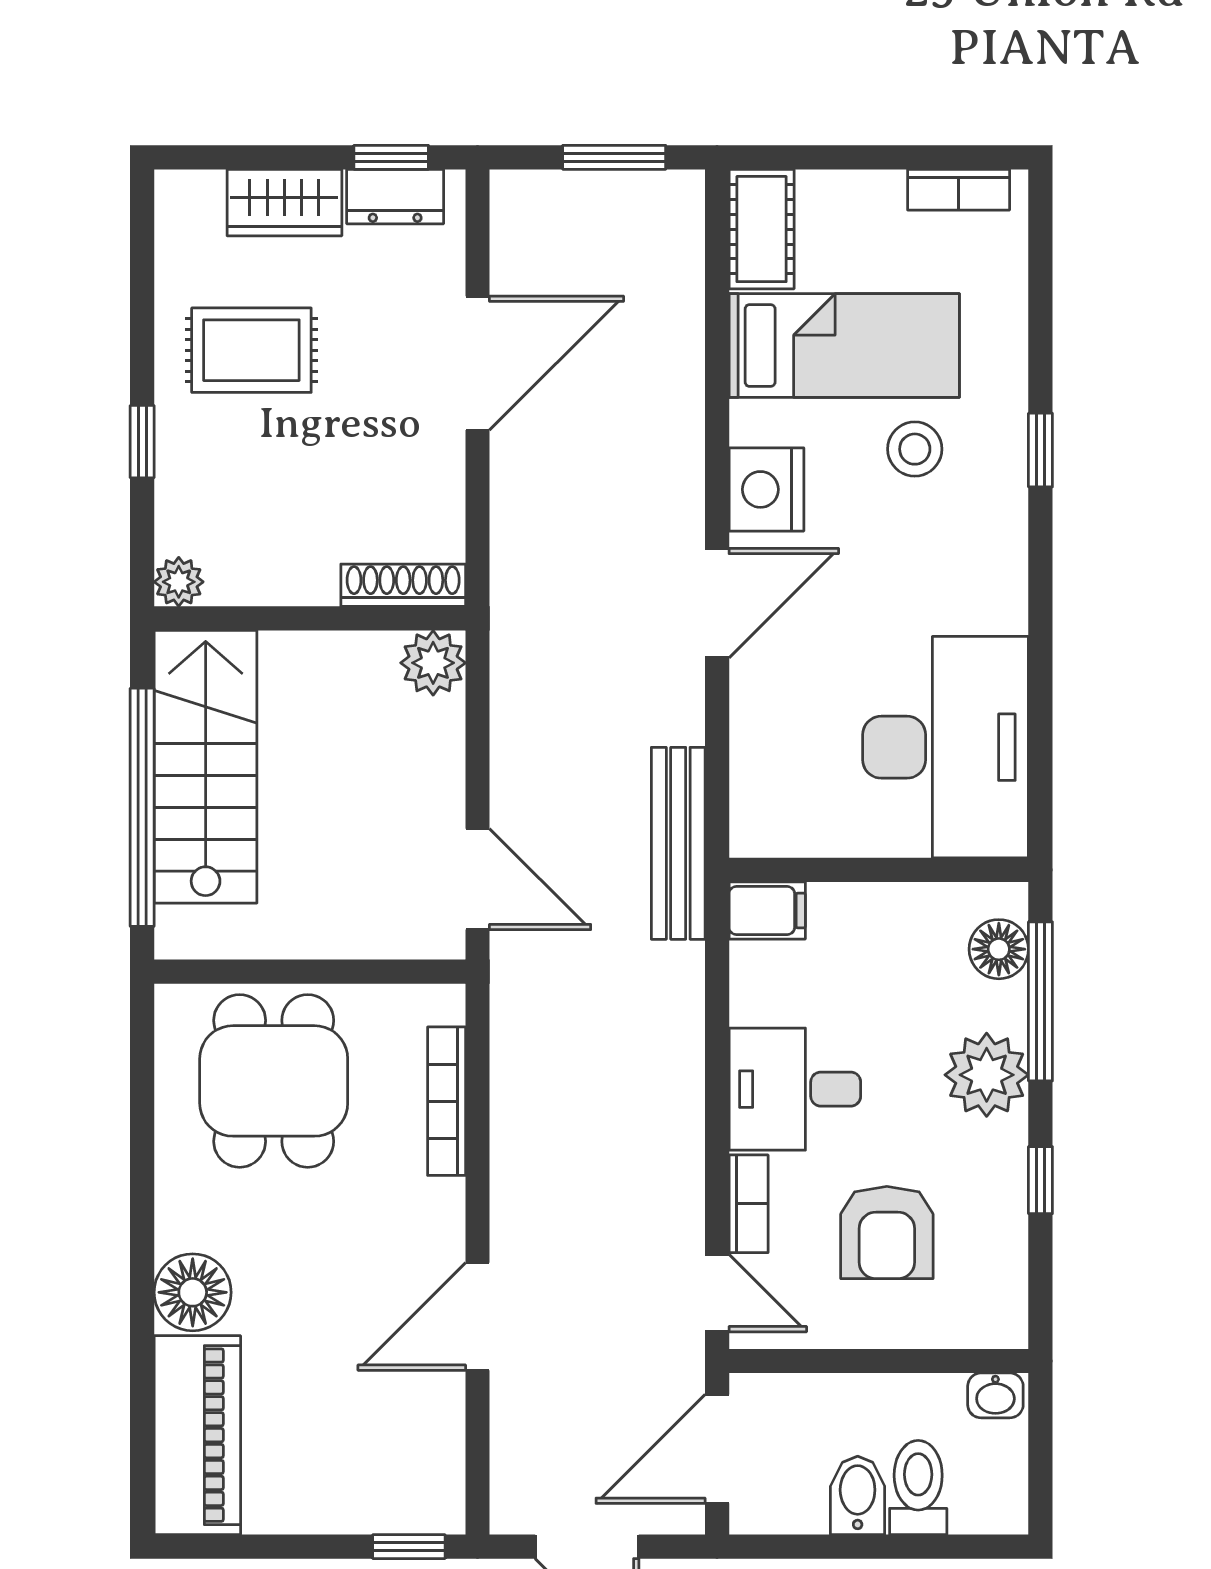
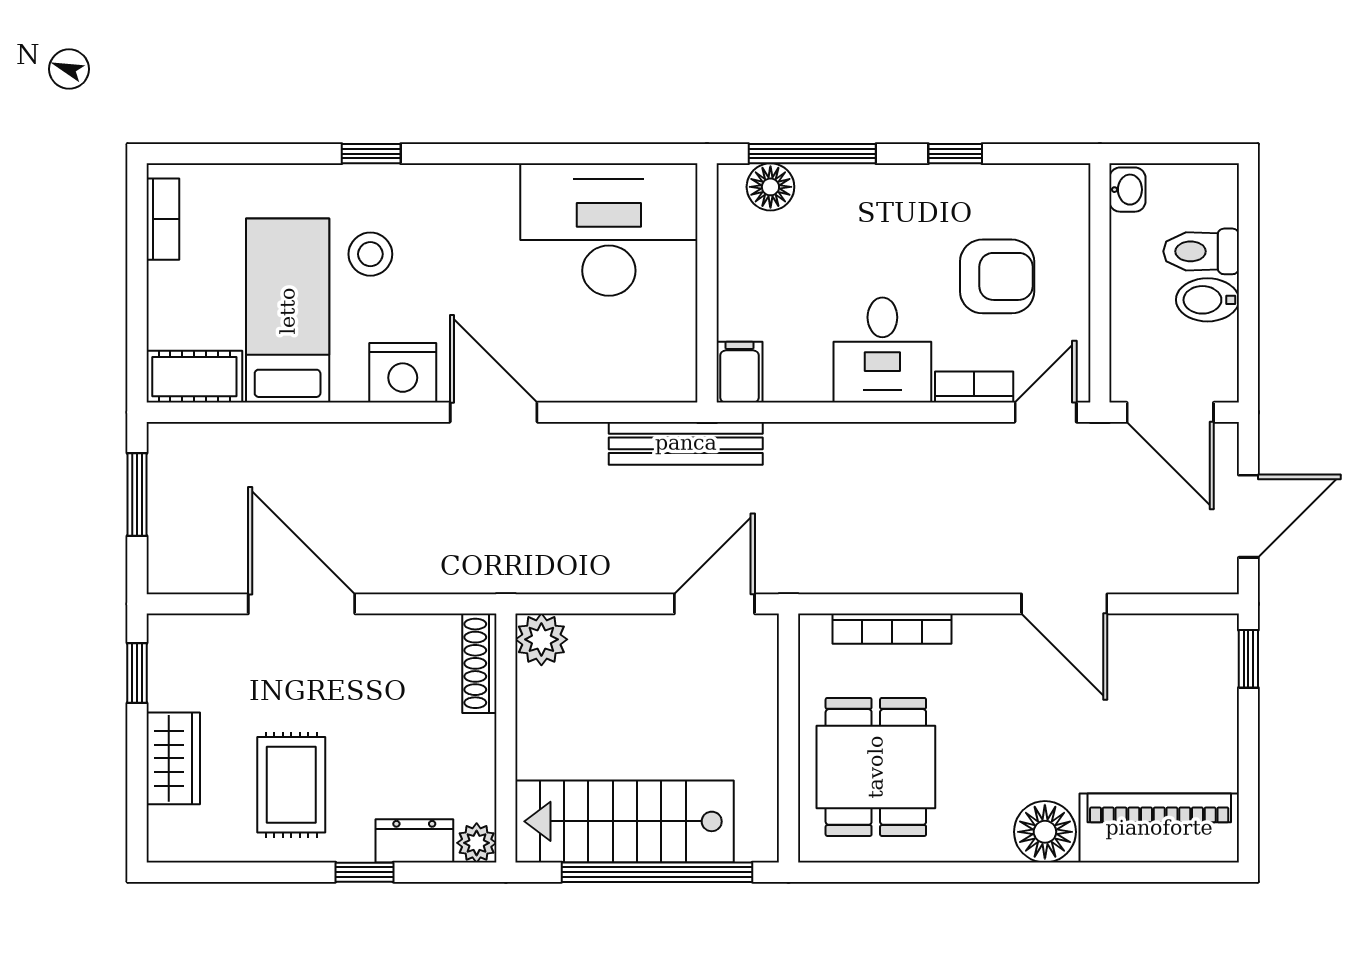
dresser: (395, 197) -> (414, 841), moved, turned -90
plant: (987, 1075) -> (871, 197), removed
dining table: (274, 1081) -> (876, 767), turned 90

